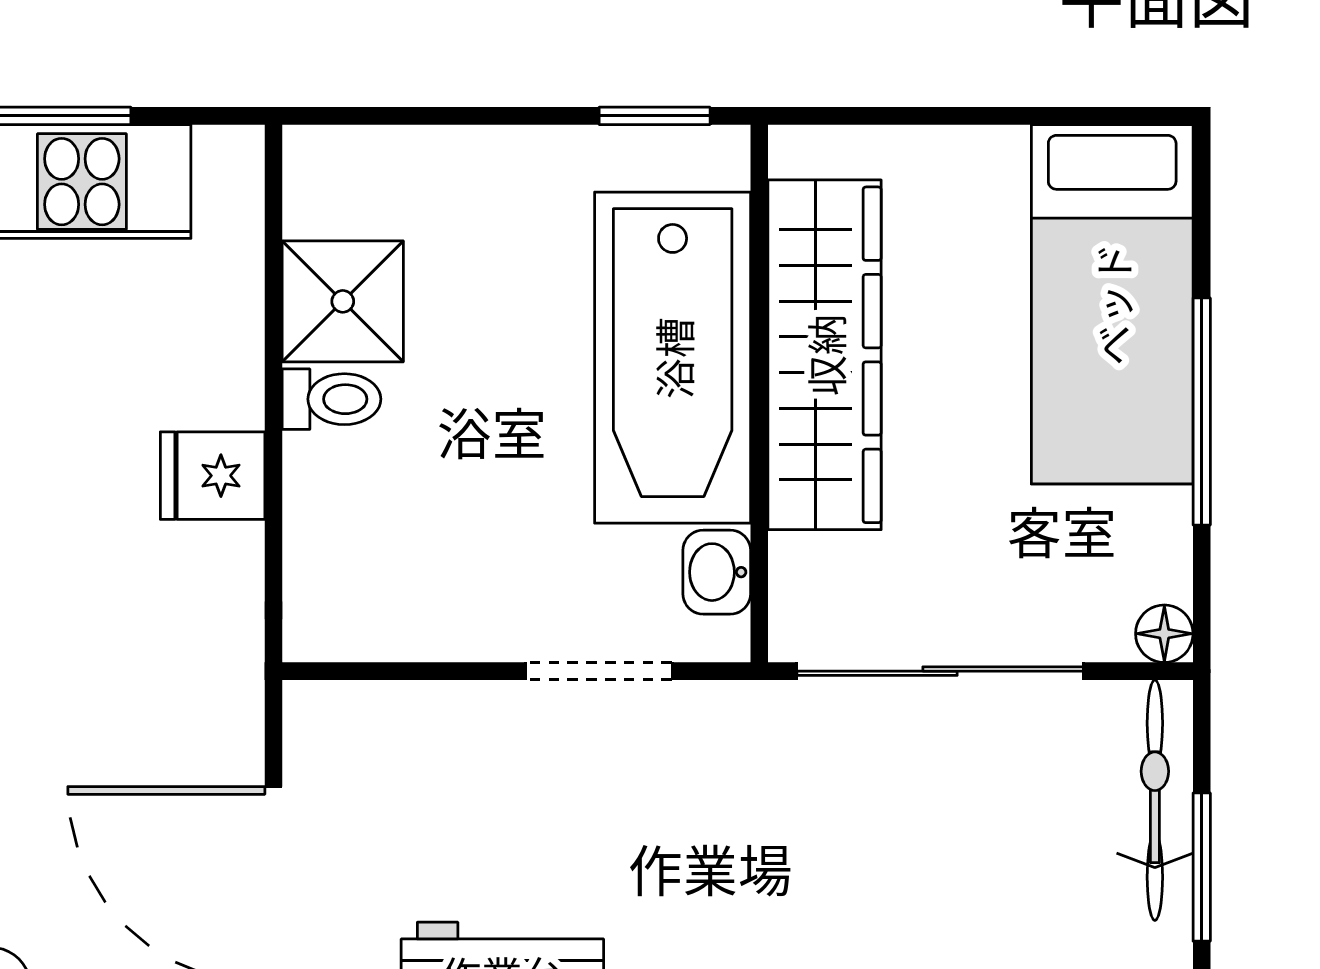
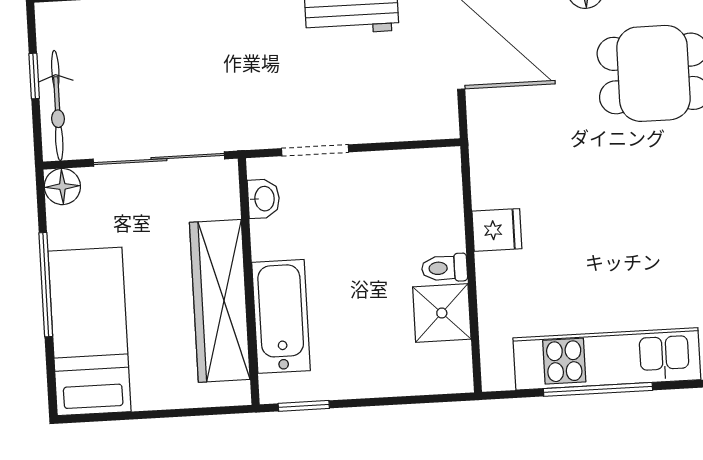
bathtub: (673, 358) -> (281, 316), width x0.73, depth x0.73
floor lamp: (1164, 634) -> (62, 187), width x1.37, depth x1.37
window: (1202, 867) -> (34, 76), width x0.67

